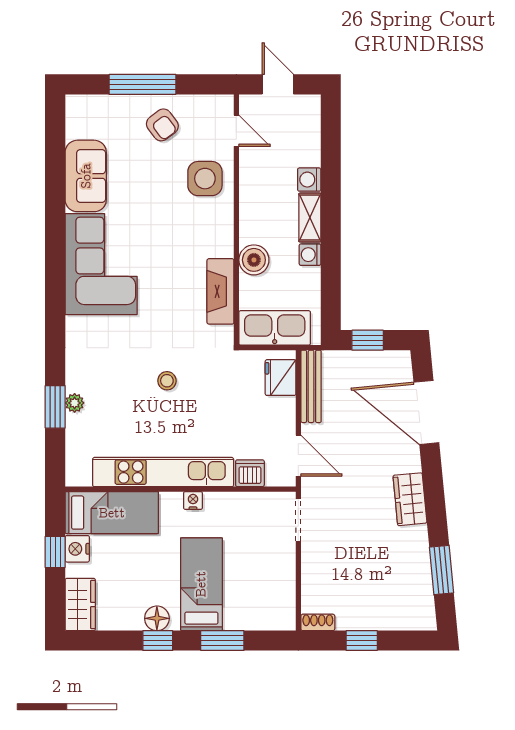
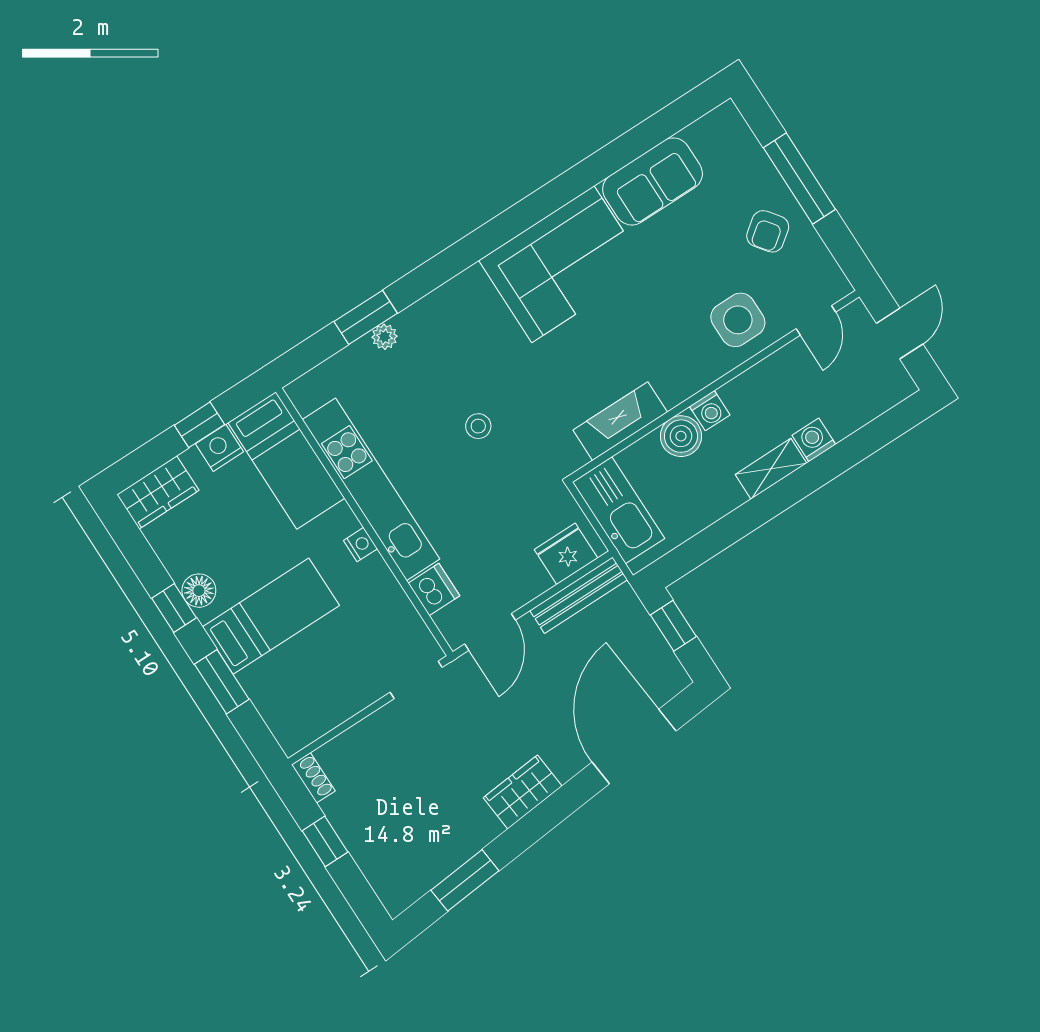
washing machine: (310, 255) -> (710, 411), moved, turned 180

